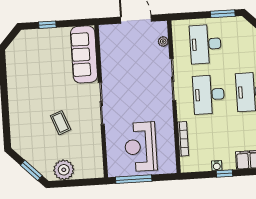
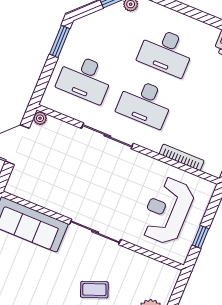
plant: (163, 42) -> (40, 118), moved
reception desk: (141, 147) -> (167, 211), turned 90
window: (134, 179) -> (201, 237), width x0.46

